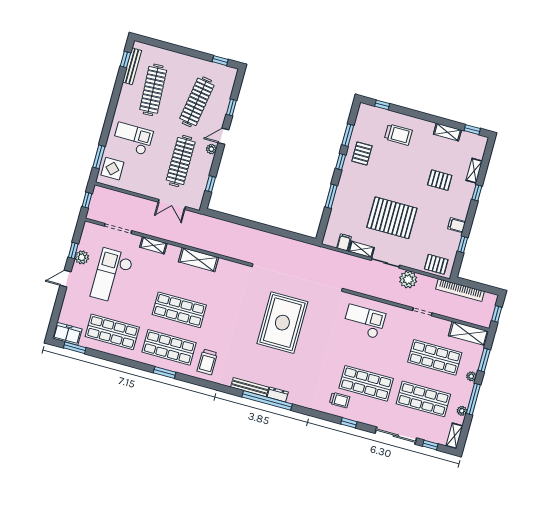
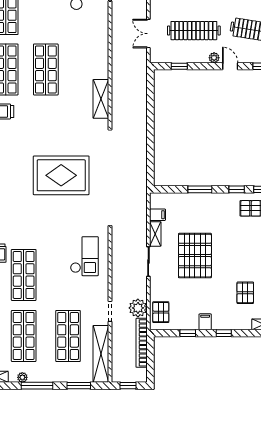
window: (477, 193) -> (224, 333), moved
shelving: (153, 245) -> (103, 26), removed
shelving: (199, 260) -> (101, 99), moved
plant: (408, 280) -> (138, 308), moved
shelving: (469, 333) -> (101, 354), width x1.47
plant: (471, 376) -> (59, 377), removed

